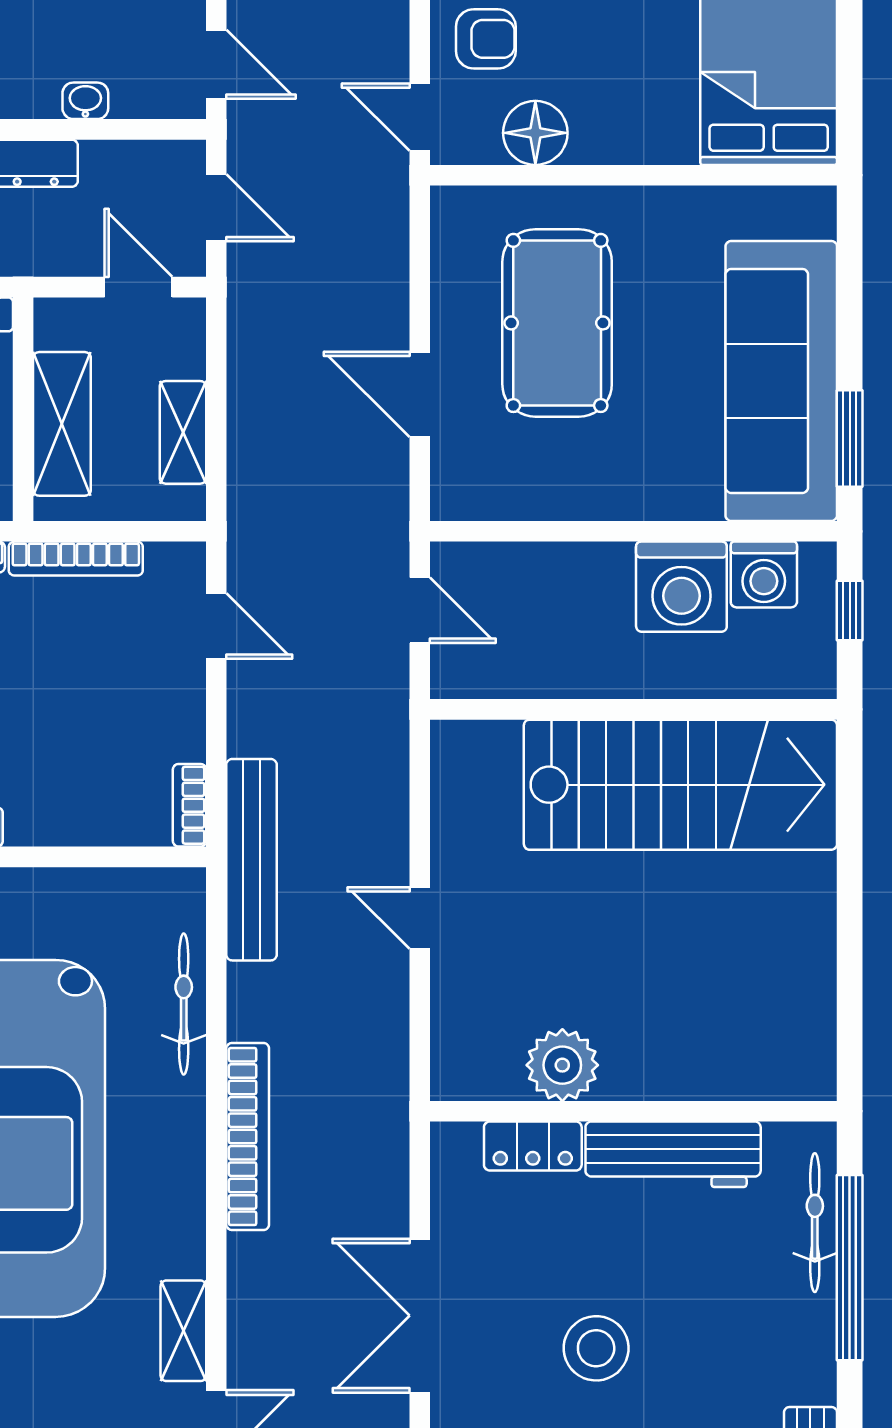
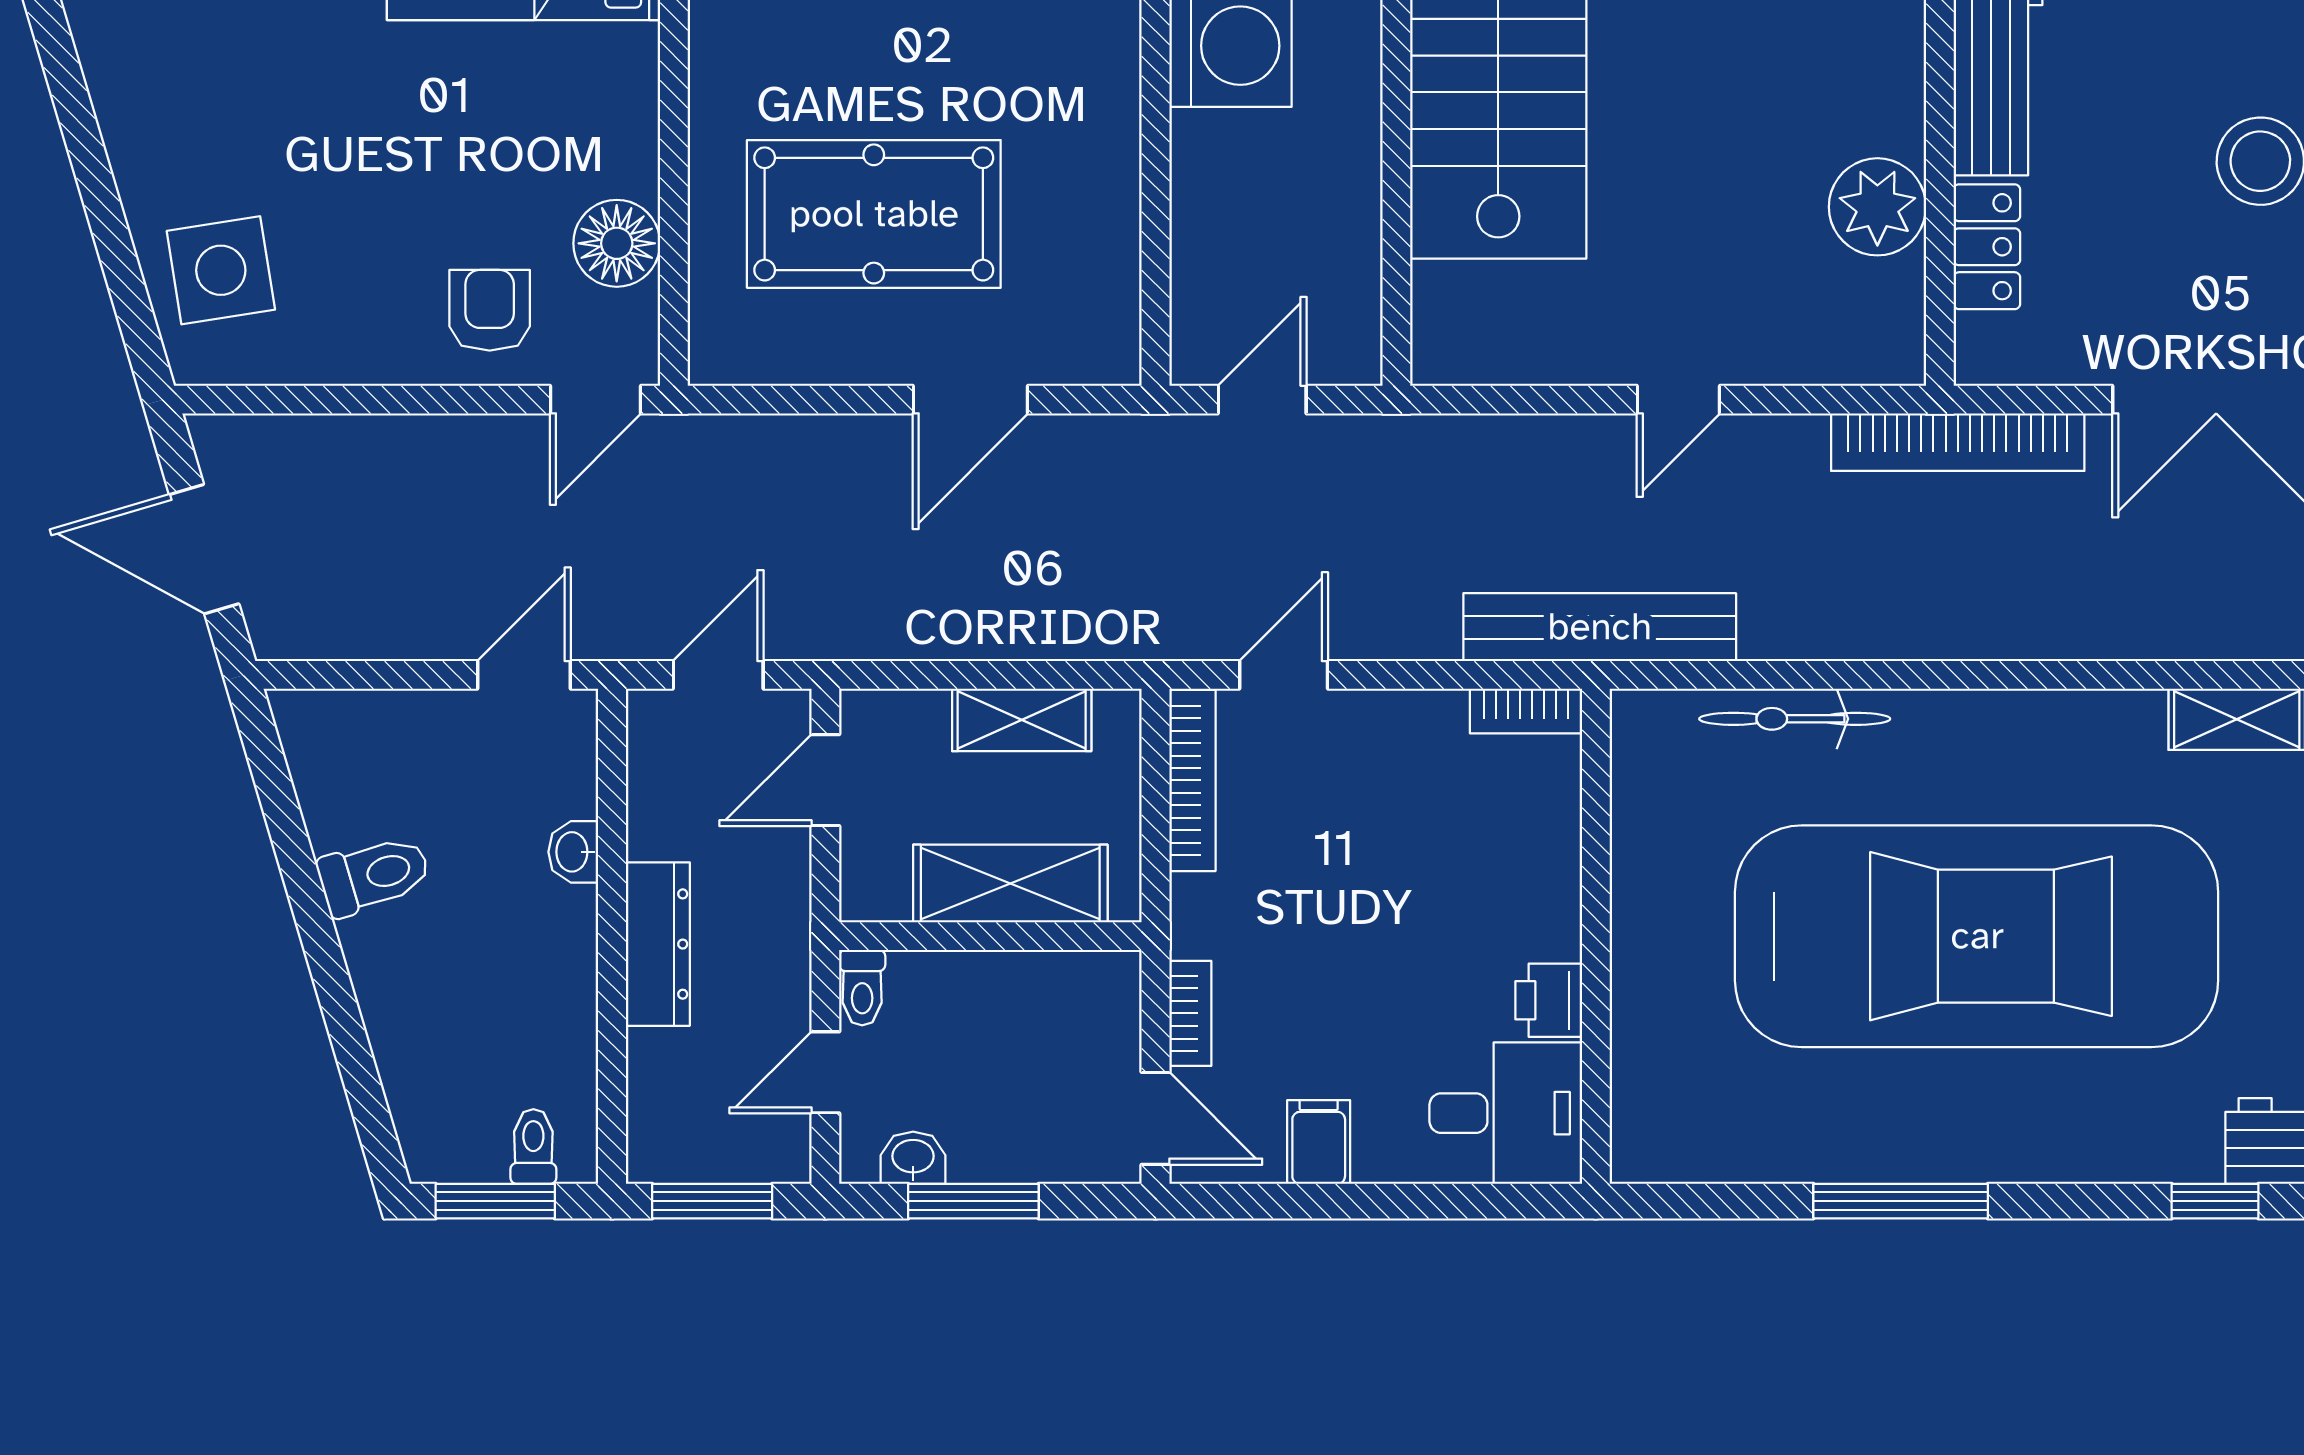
bookcase: (76, 559) -> (1192, 780), moved
bookcase: (248, 1137) -> (1958, 442), moved, turned 180

